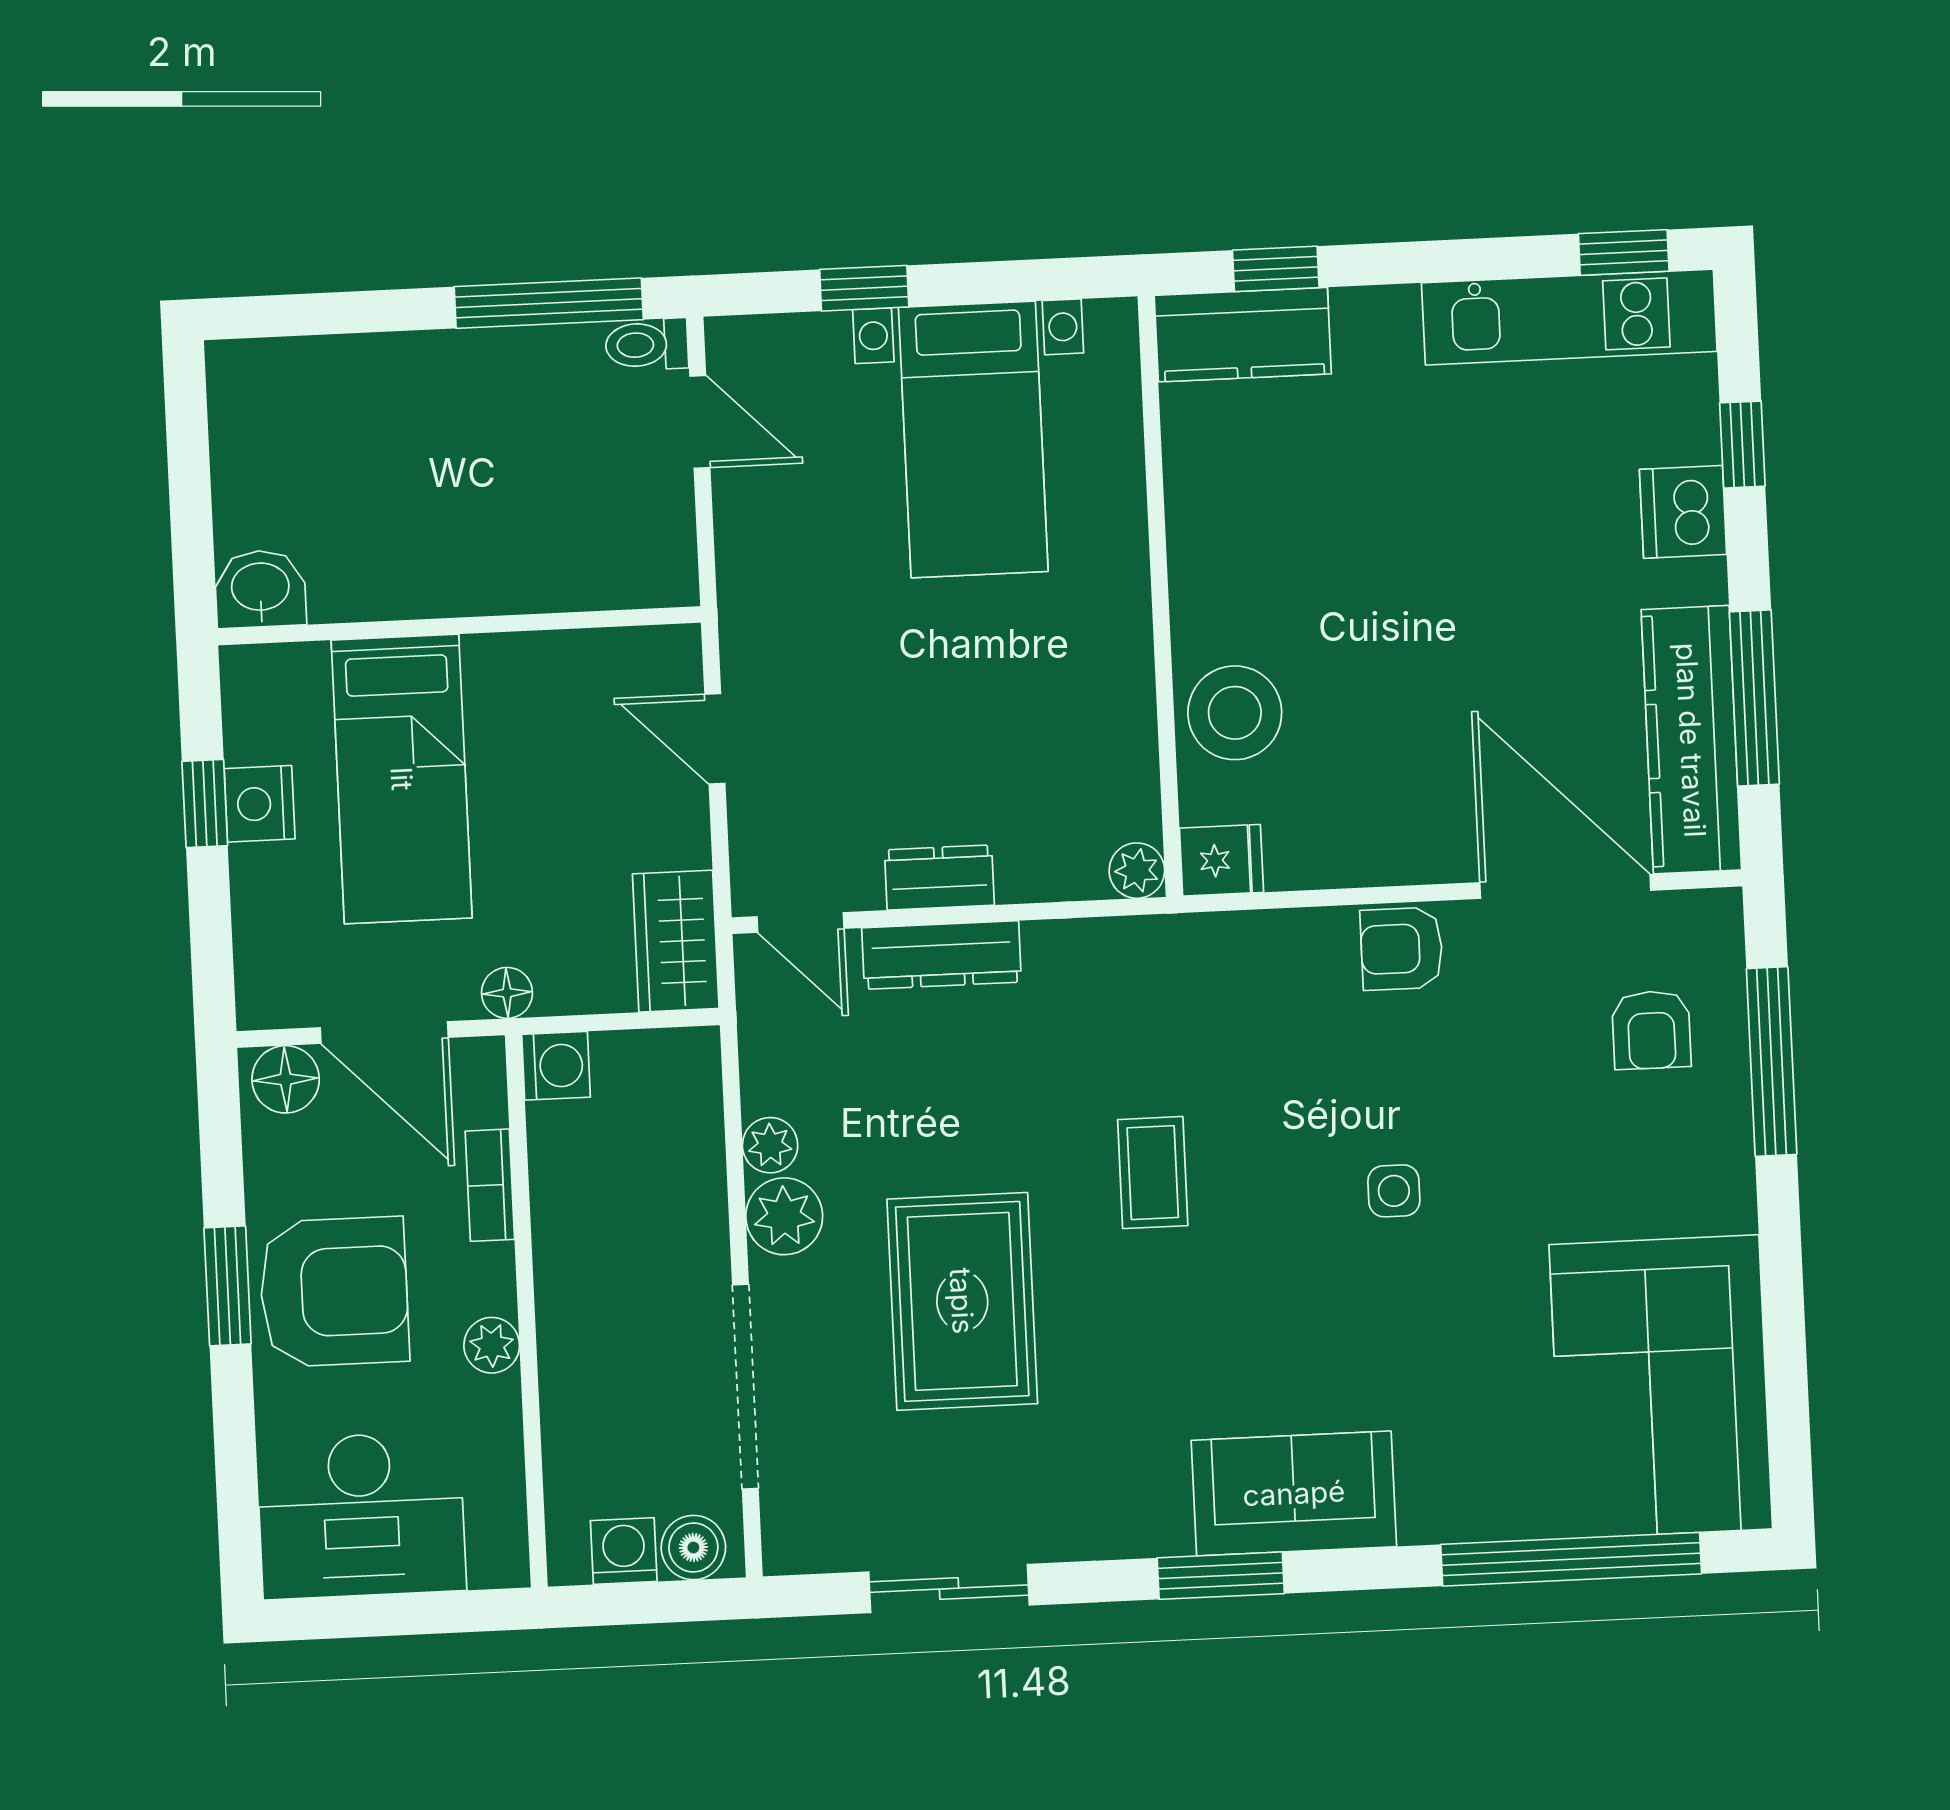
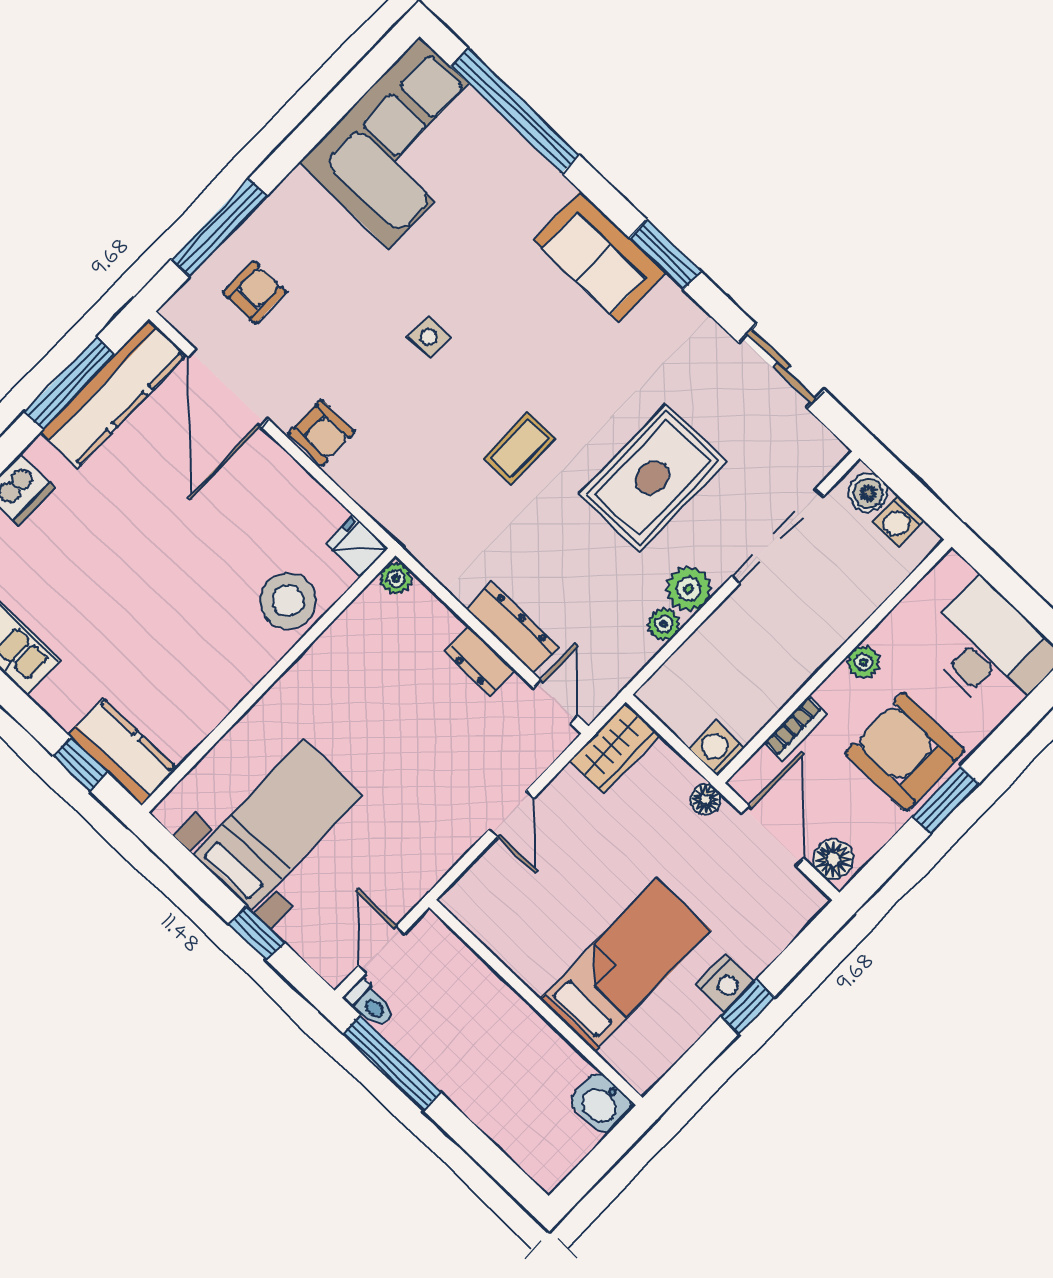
washbasin: (260, 589) -> (601, 1103), moved
wall: (459, 626) -> (536, 1002), moved
bed: (402, 779) -> (625, 965), moved

